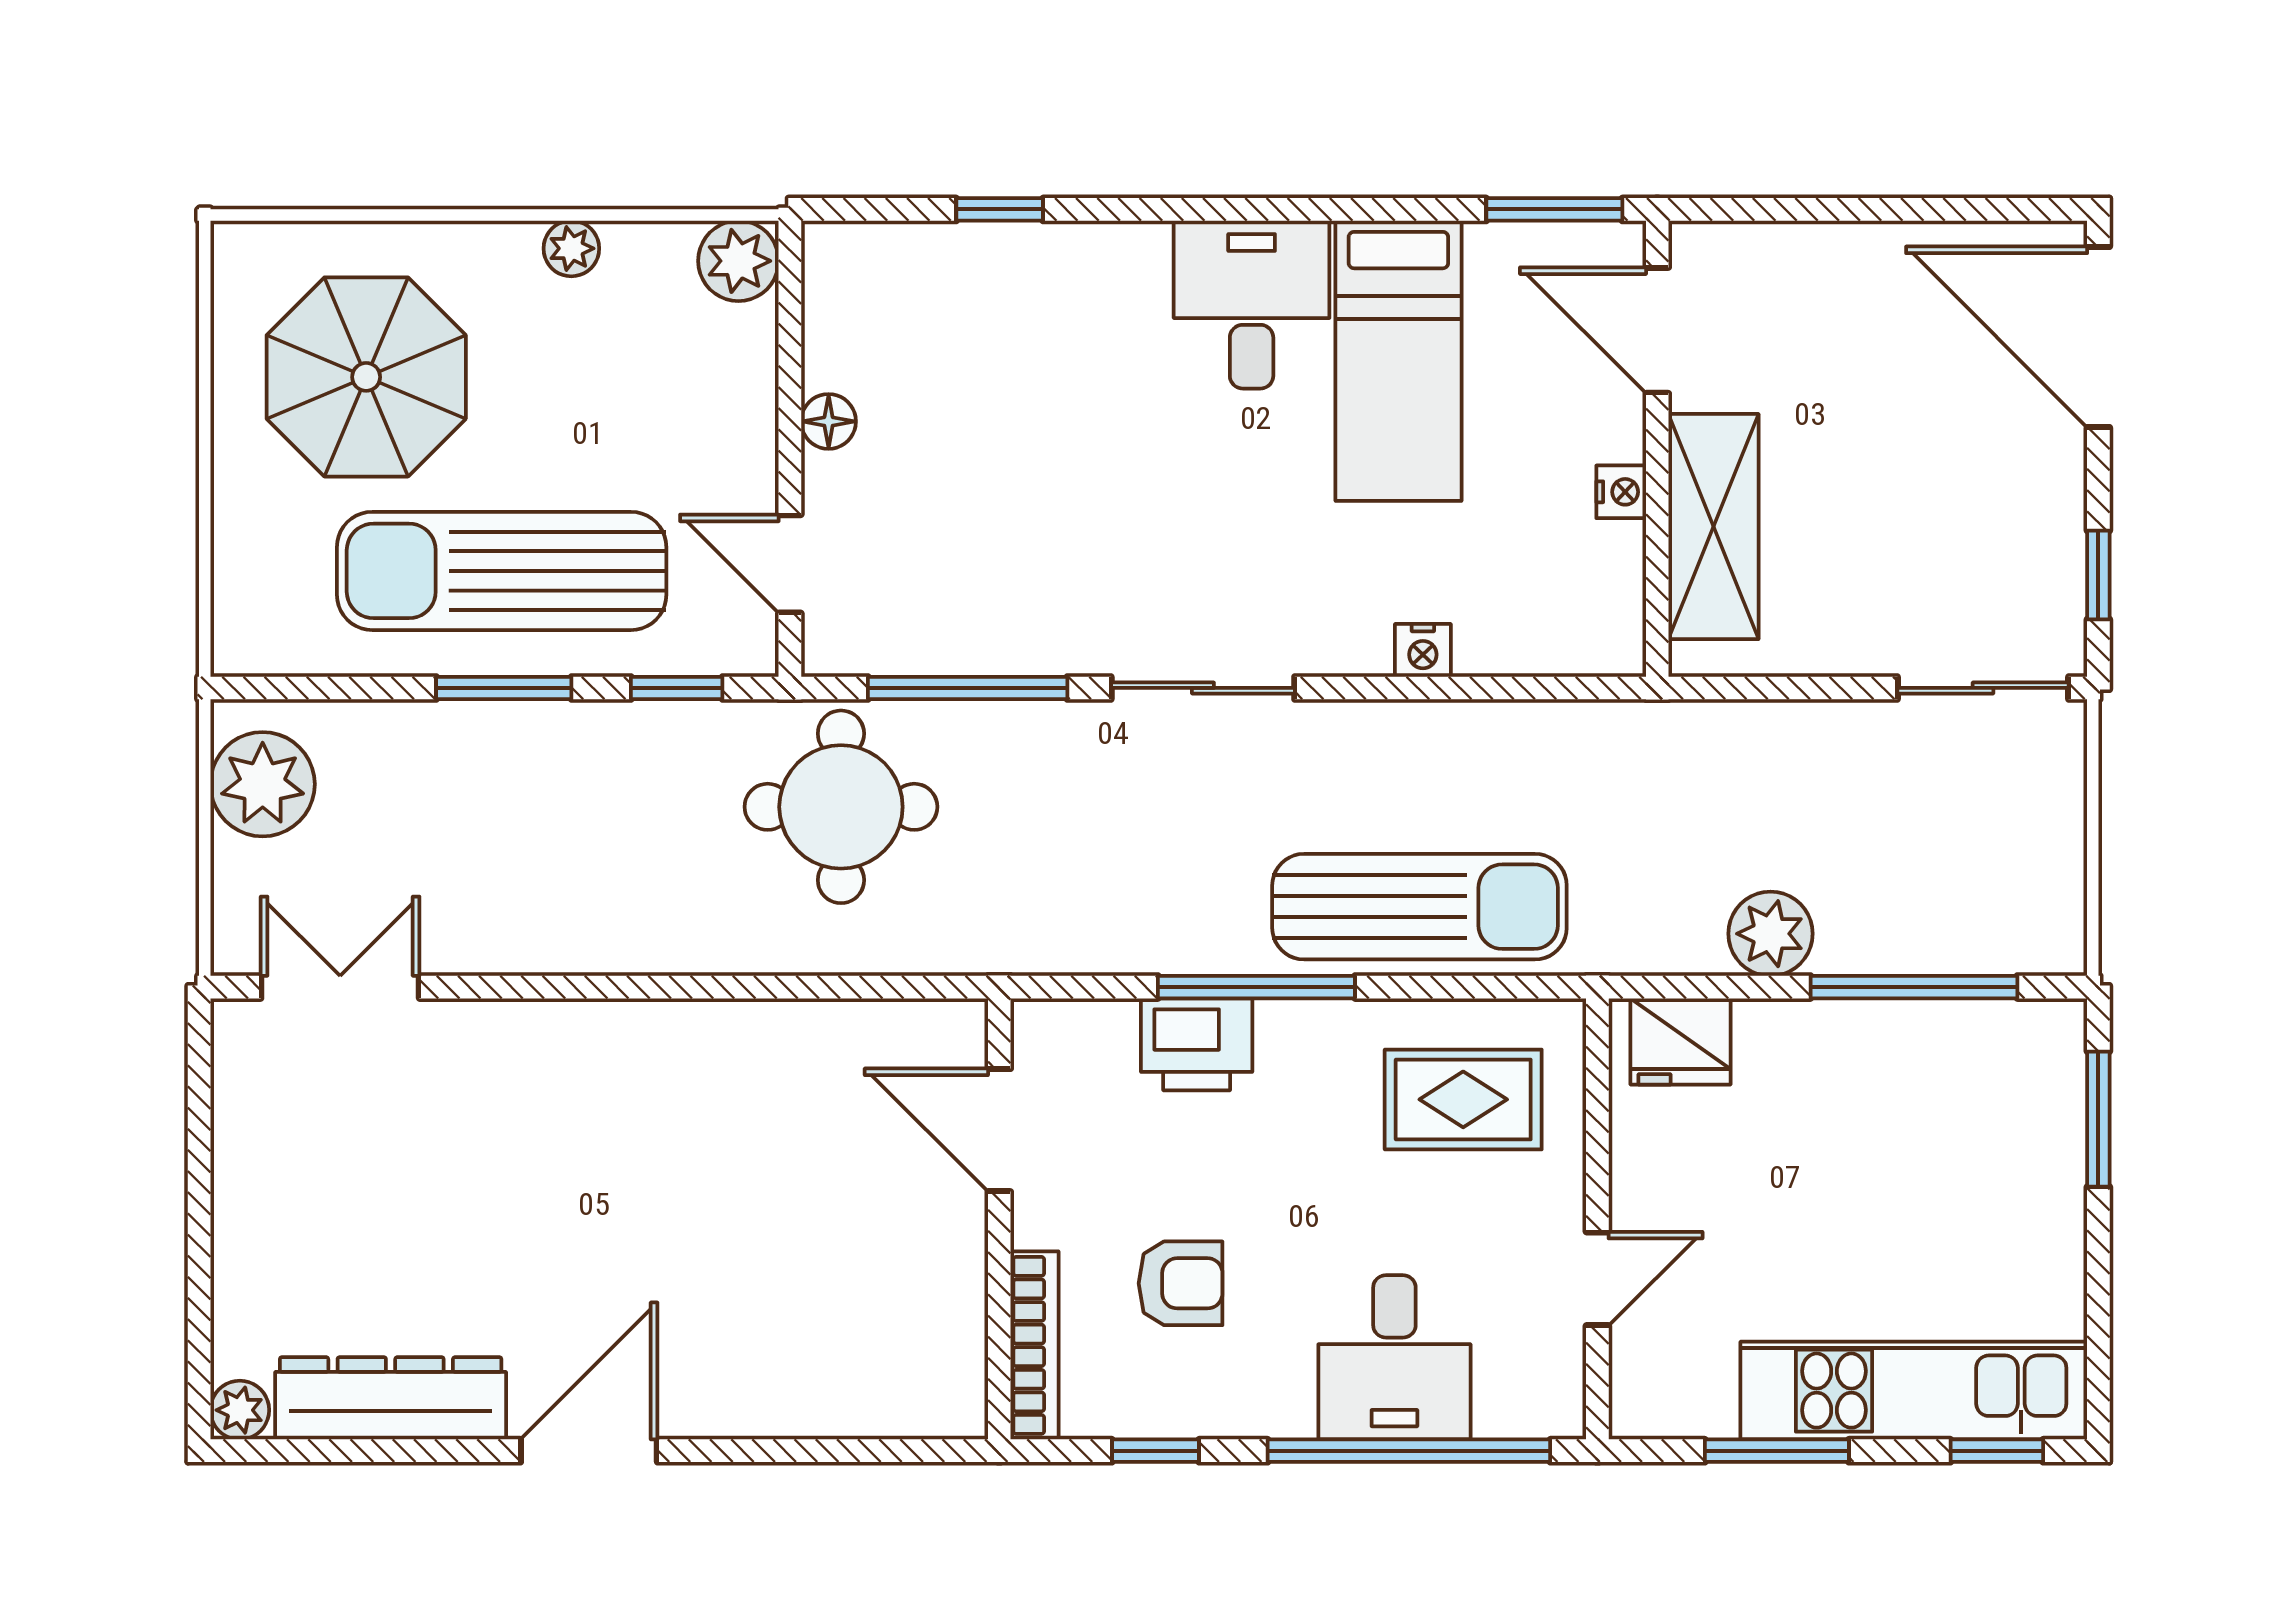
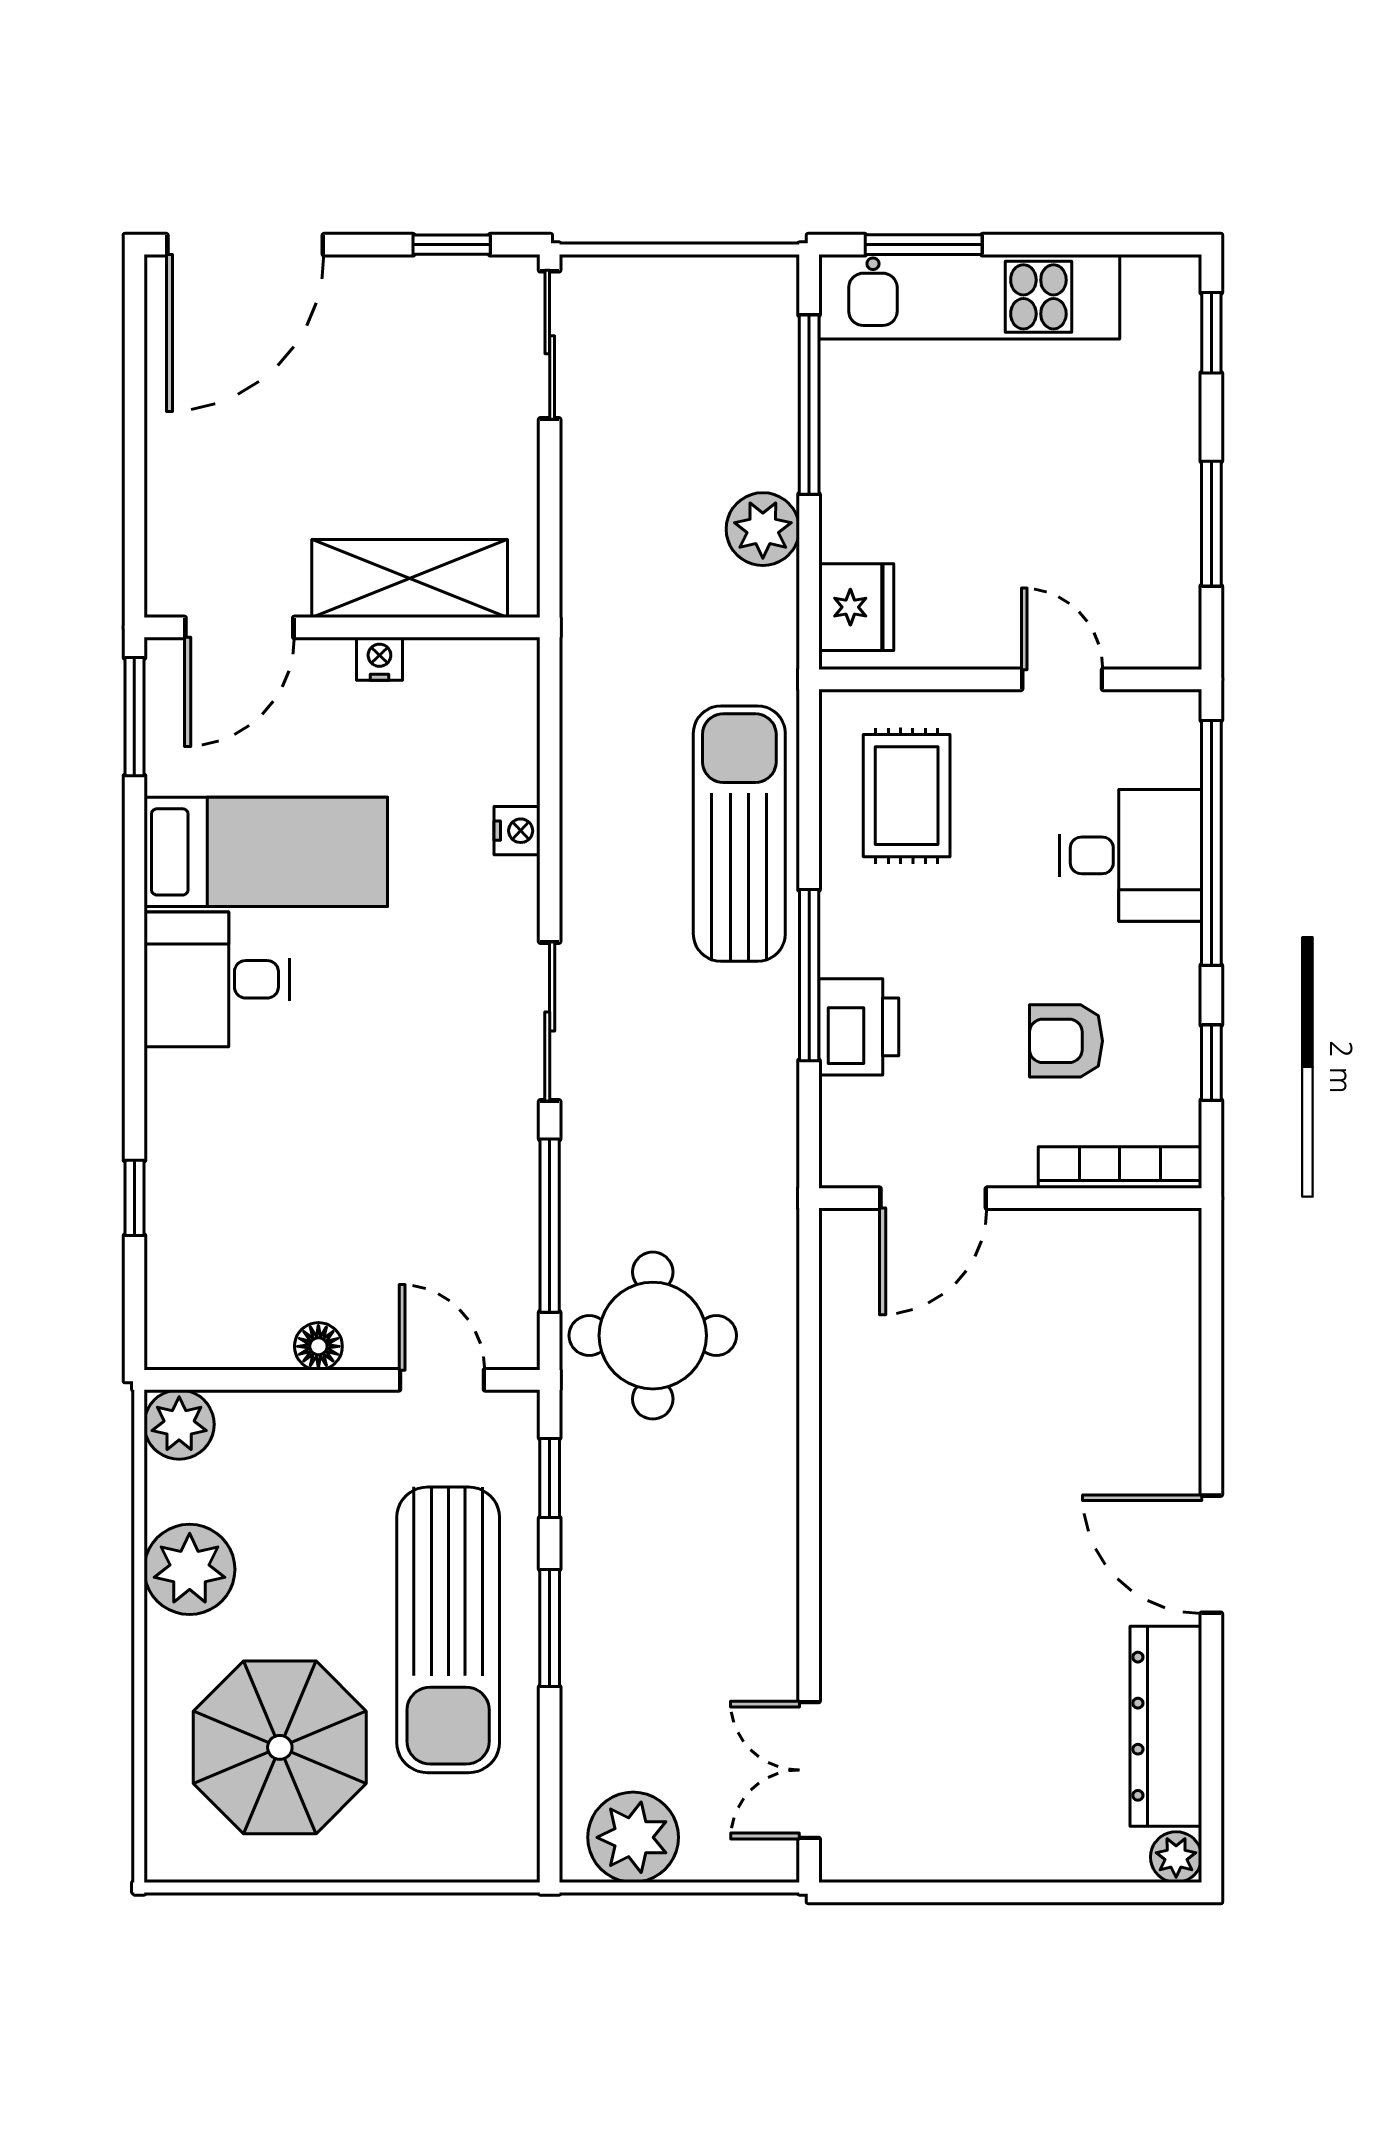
plant: (571, 248) -> (190, 1569), width x1.88, depth x1.88
door: (790, 564) -> (442, 1380), swing flipped
armchair: (1181, 1283) -> (1066, 1041), turned -90
kitchen unit: (1914, 1391) -> (969, 297), moved, turned -90

